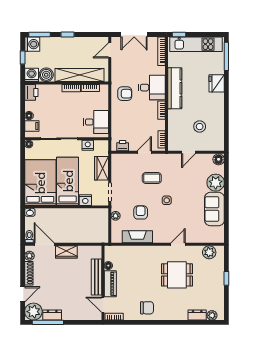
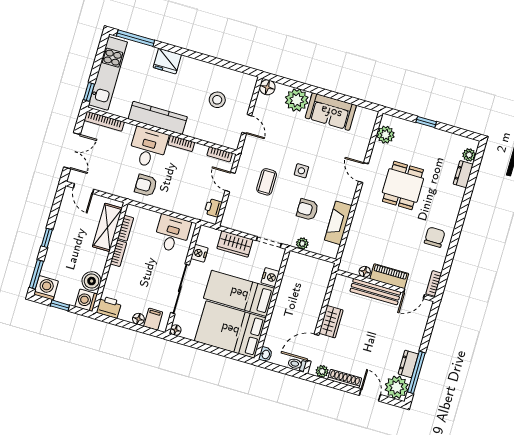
shelving: (79, 75) -> (107, 227), width x0.68
armchair: (125, 94) -> (146, 185), turned -90

